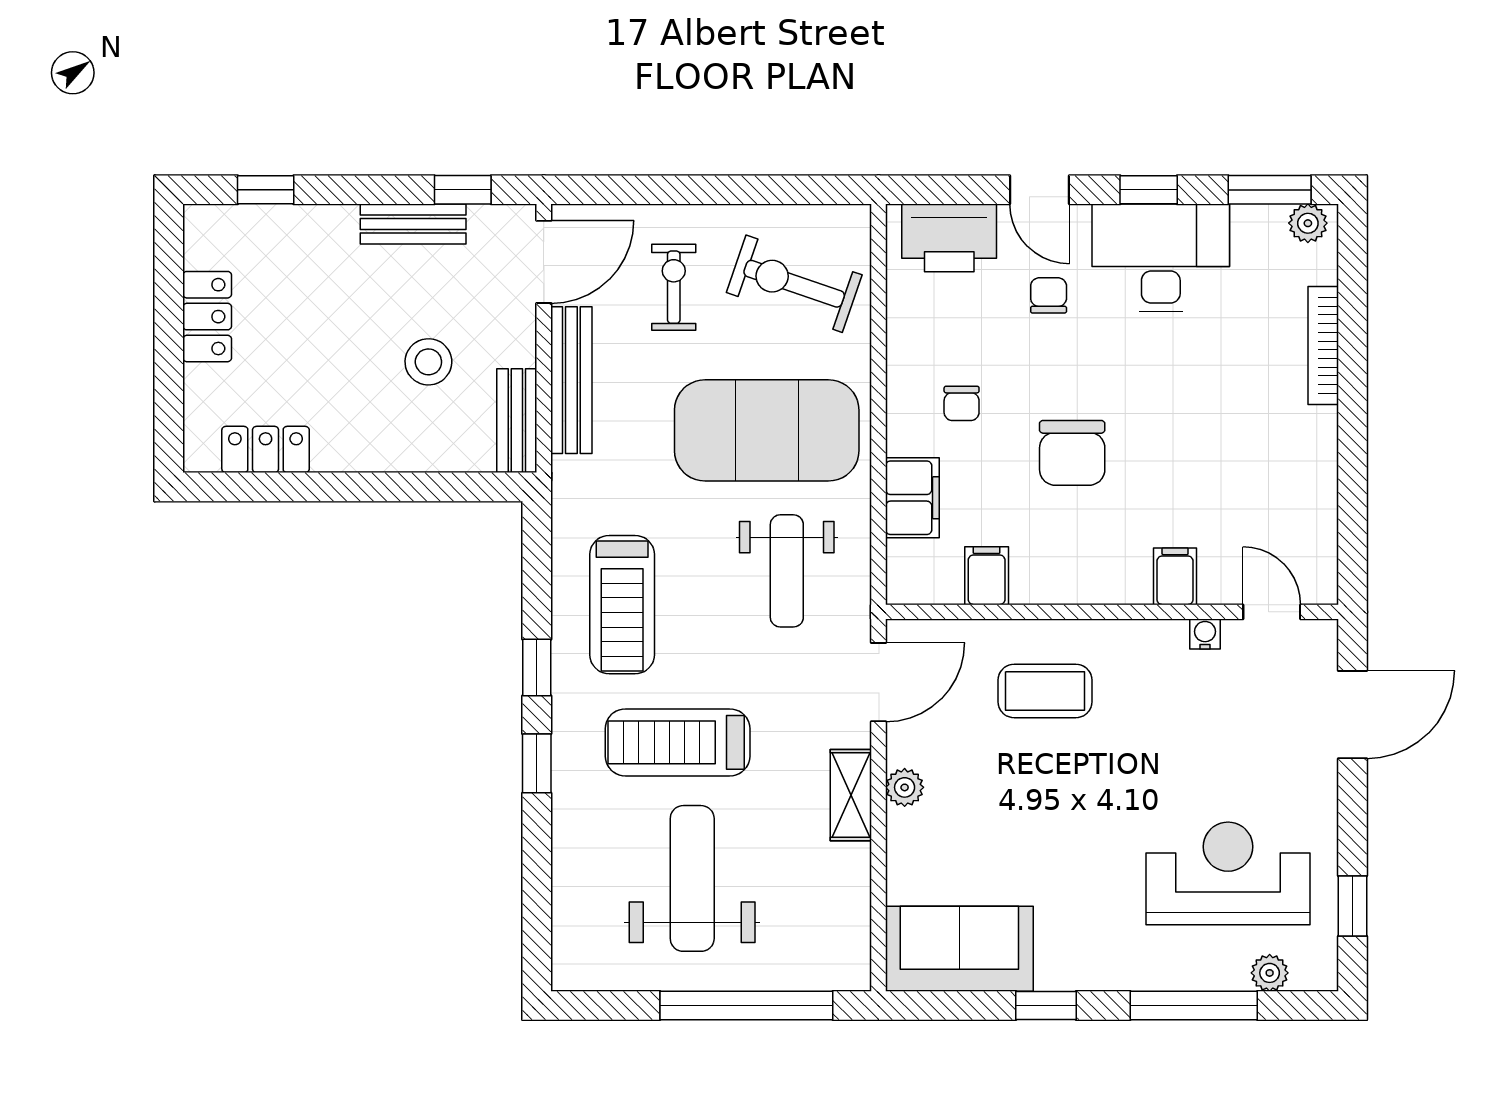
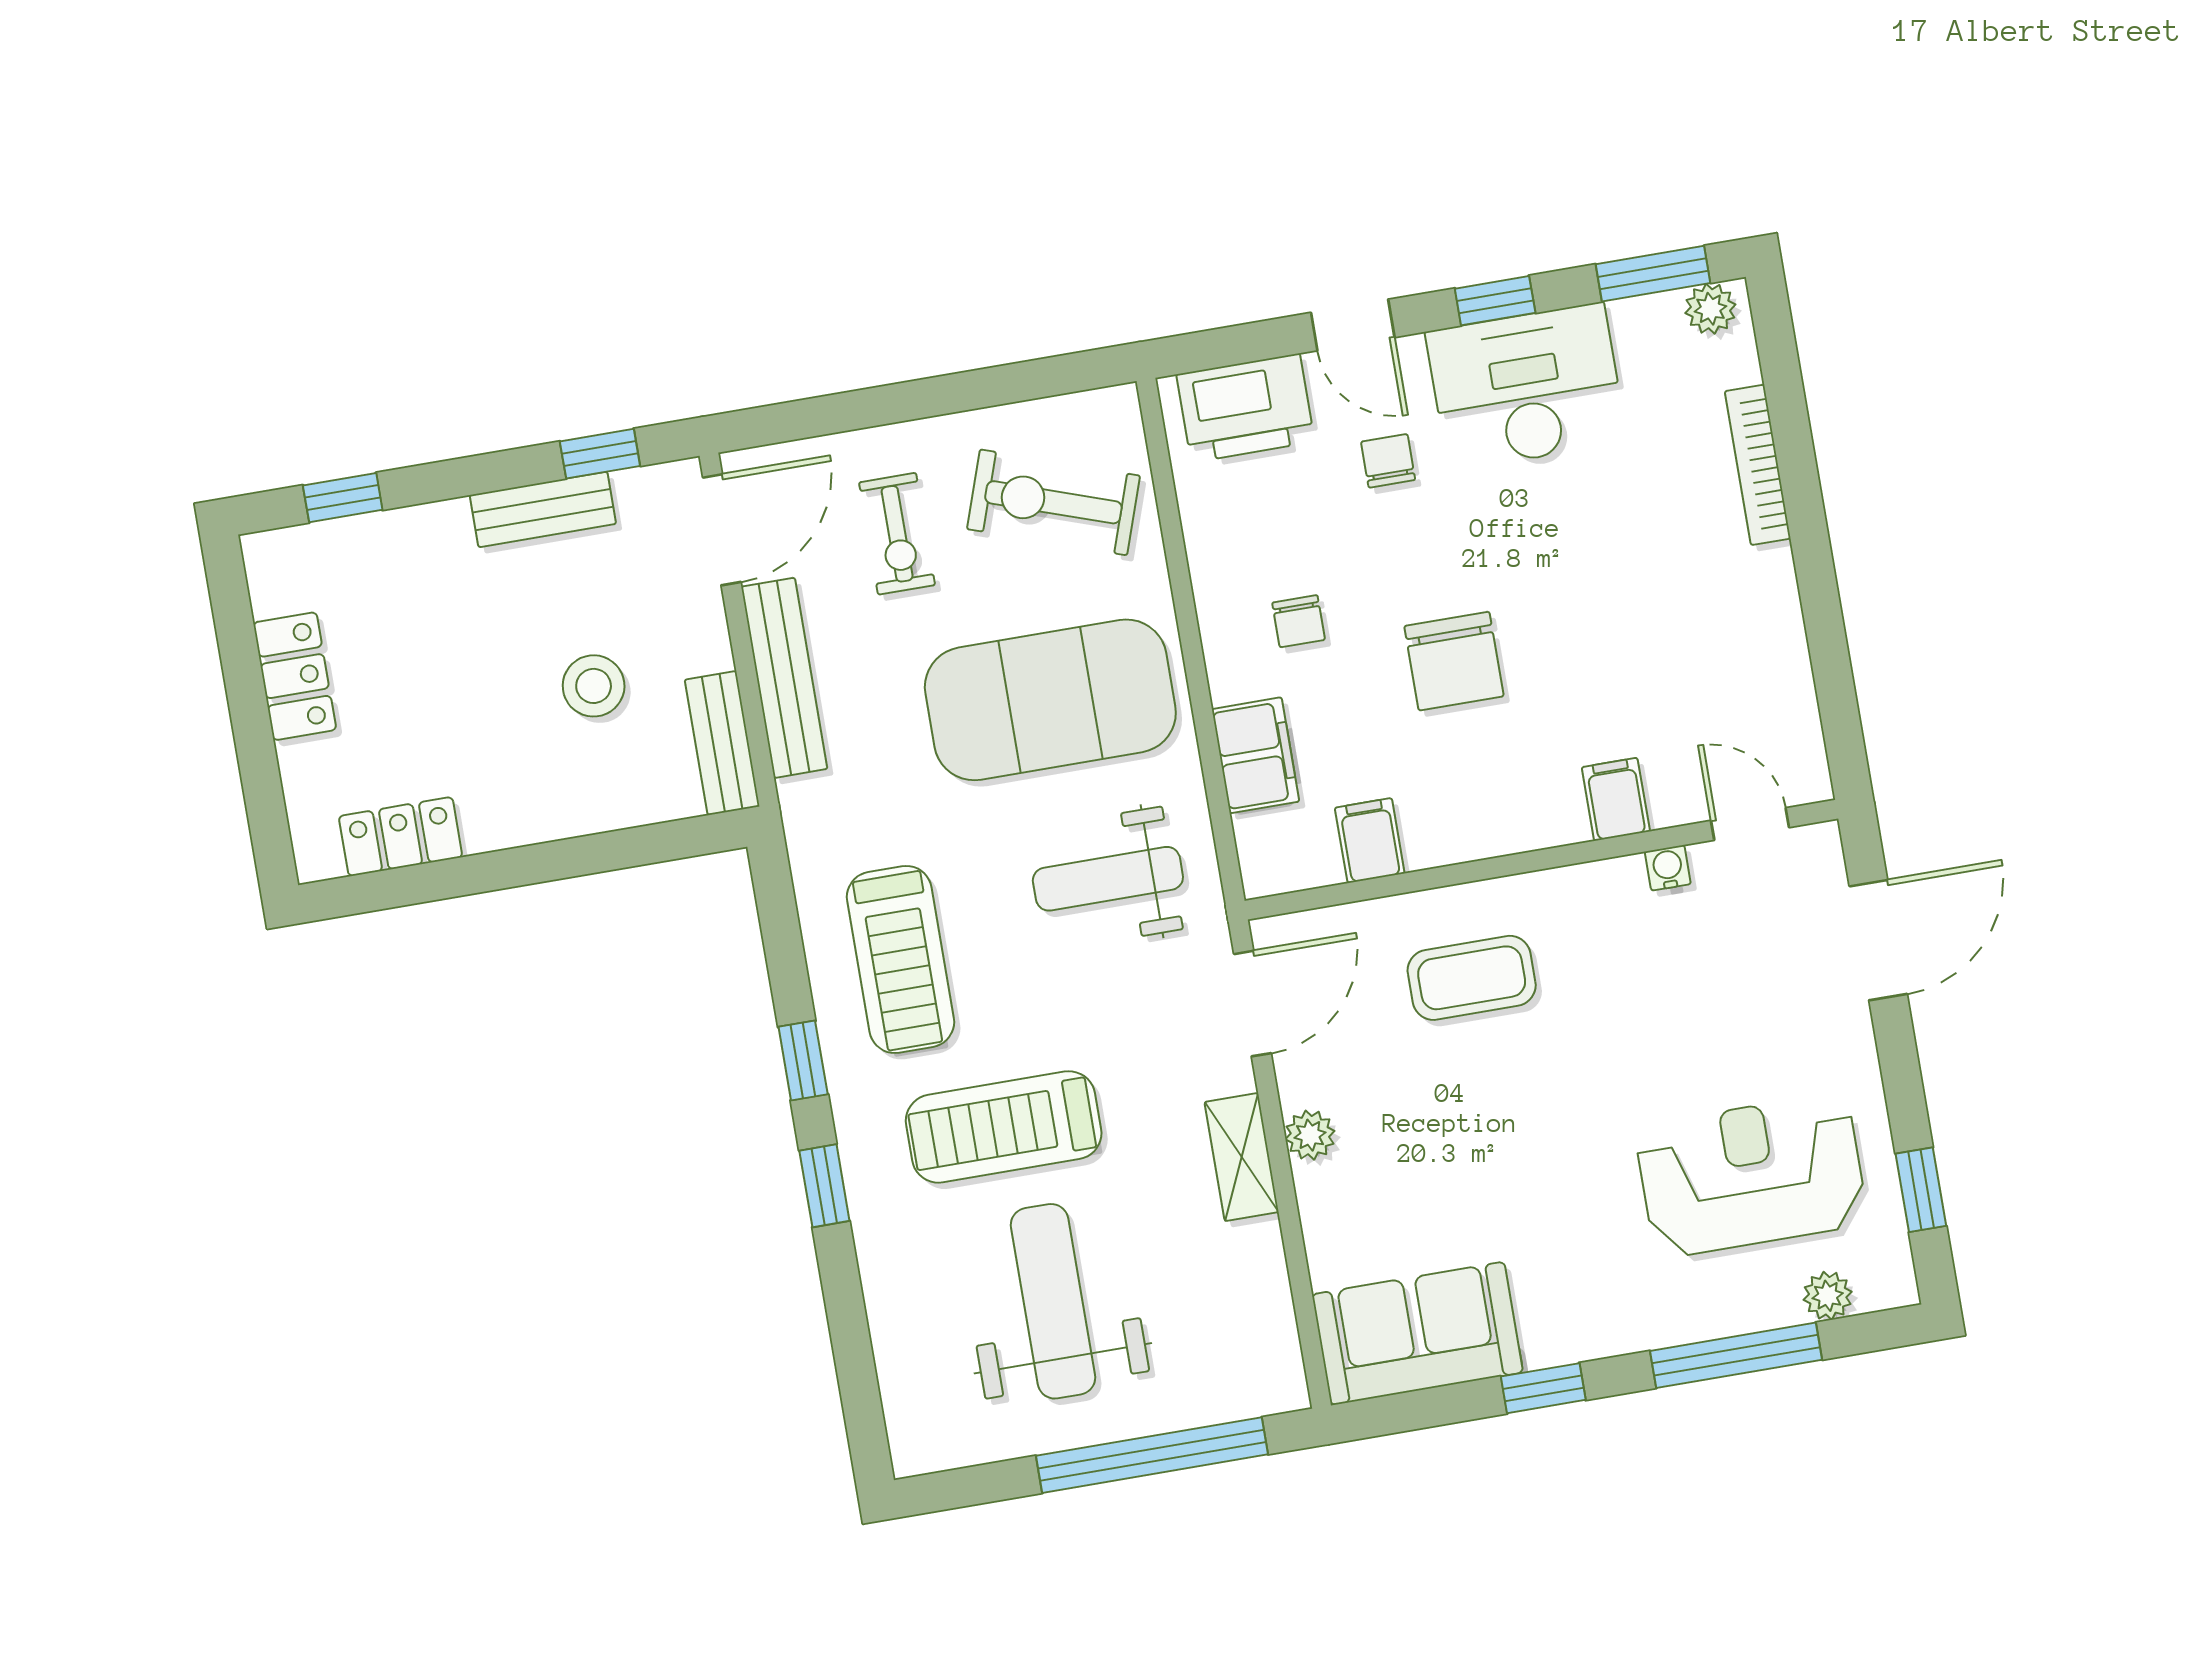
exercise bike: (674, 287) -> (897, 534), turned 180
weight bench: (787, 571) -> (1108, 879), turned 90

